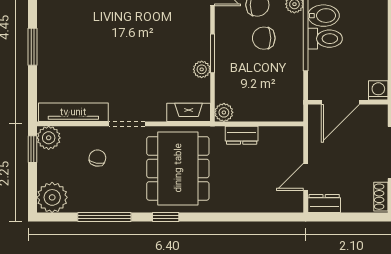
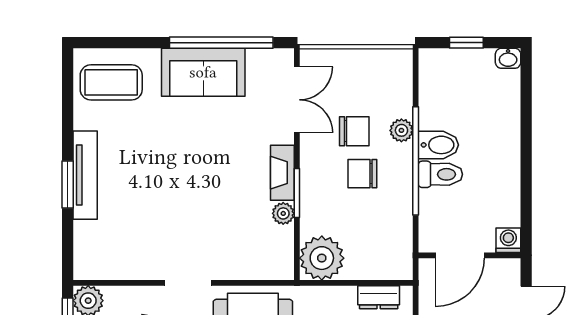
tv unit: (73, 112) -> (85, 175), moved, turned 90
fireplace: (189, 112) -> (282, 173), moved, turned -90
plant: (224, 112) -> (322, 258), width x1.88, depth x1.88
dresser: (242, 135) -> (379, 297), moved

